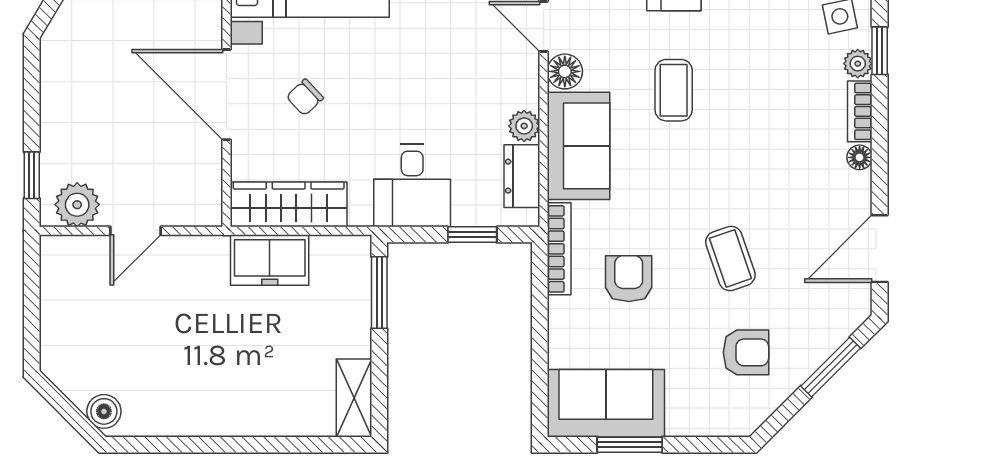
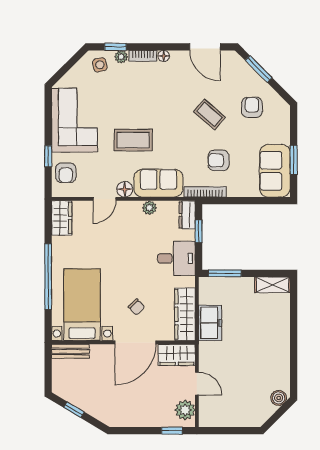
coffee table: (674, 90) -> (133, 140), width x1.36, depth x1.30
dresser: (522, 176) -> (187, 215), moved, turned 90
wardrobe: (199, 186) -> (177, 355), added
coffee table: (730, 258) -> (209, 114), turned 60

